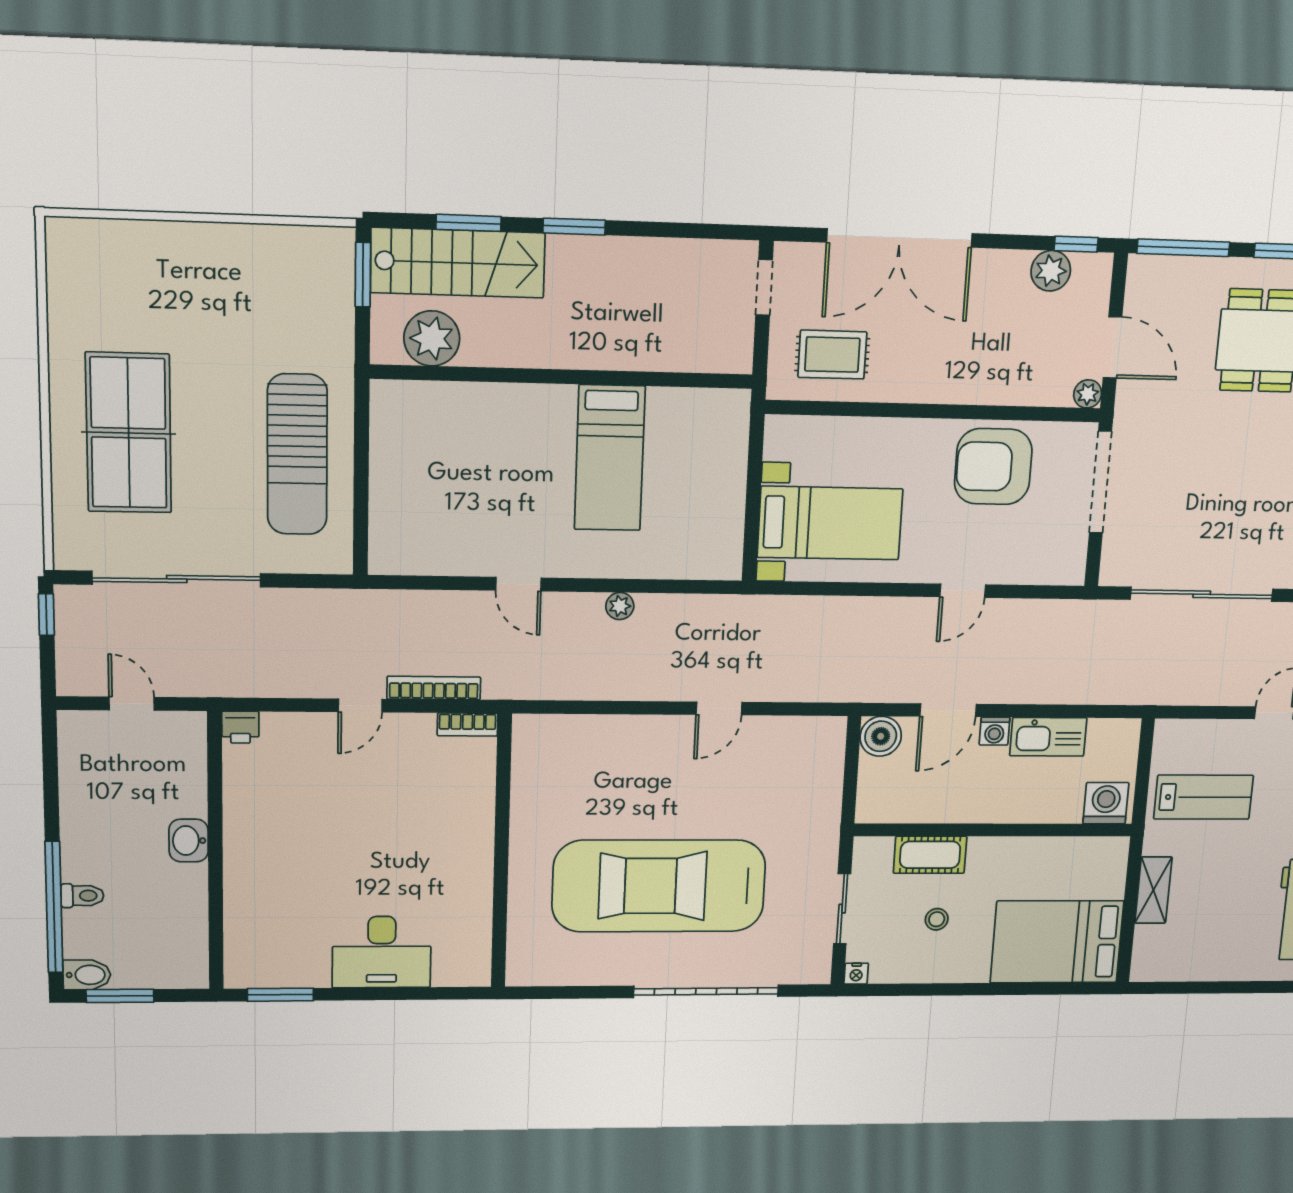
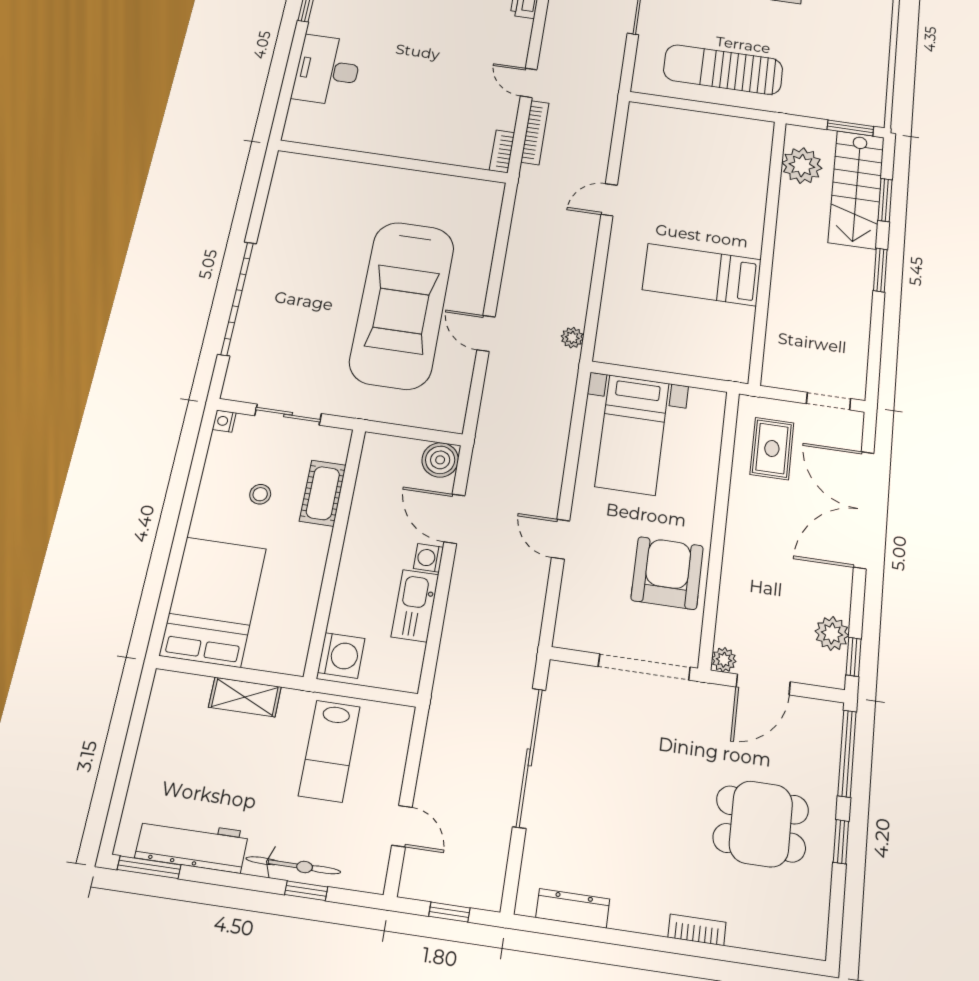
plant: (620, 606) -> (572, 338), moved
car: (659, 886) -> (402, 305), moved, turned 180

